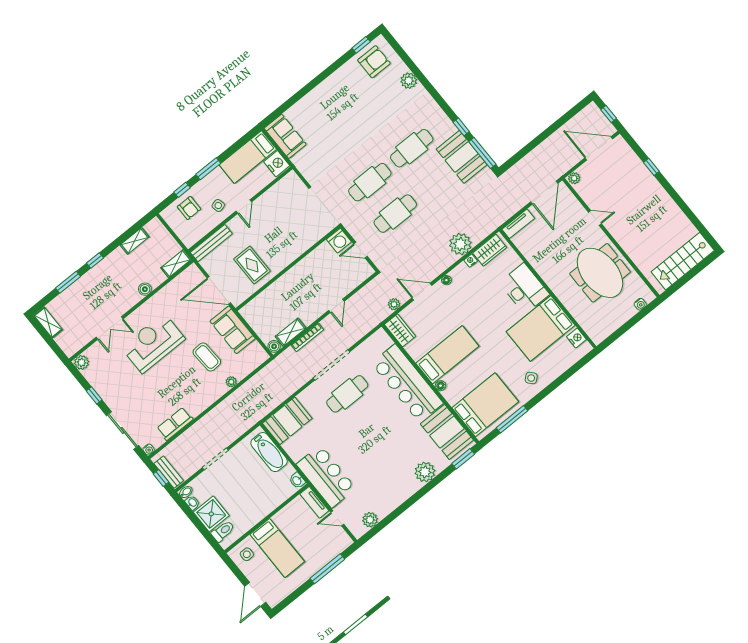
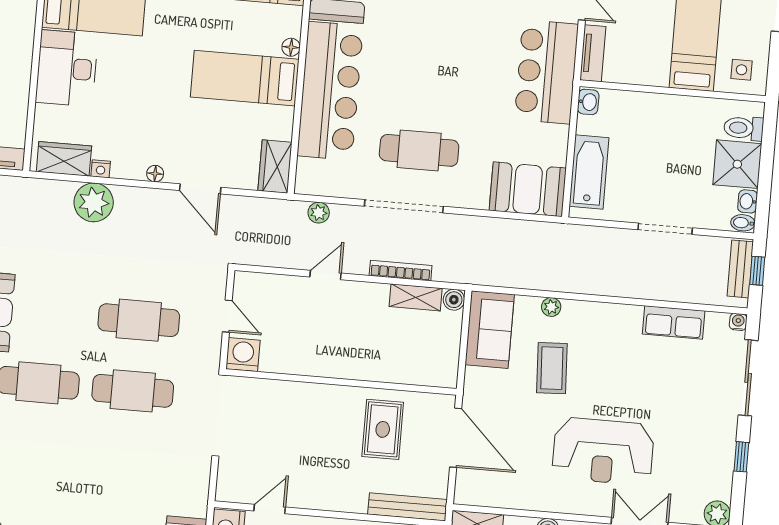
door: (244, 207) -> (270, 509), moved
plant: (394, 304) -> (319, 213), moved
sofa: (233, 330) -> (490, 330), moved

